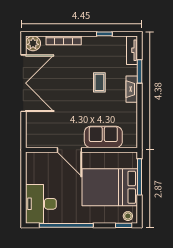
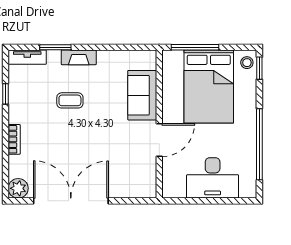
bookcase: (64, 40) -> (14, 139), width x0.64
desk: (41, 204) -> (213, 178), moved

